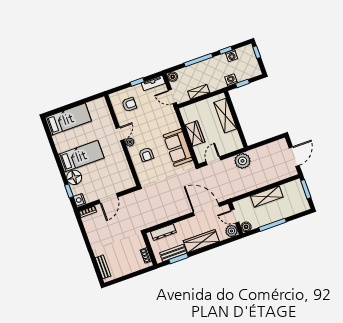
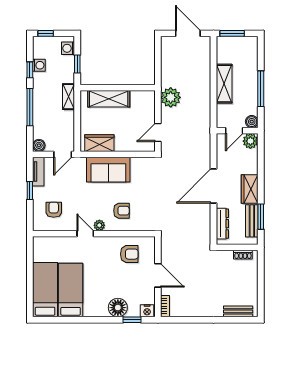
washing machine: (231, 80) -> (68, 48), moved
shelving: (199, 92) -> (69, 97), moved
wardrobe: (195, 133) -> (99, 143), moved
sofa: (178, 148) -> (108, 170), moved
bed: (81, 156) -> (71, 290), moved
door: (213, 161) -> (158, 133), hinge flipped
armchair: (116, 172) -> (129, 254), added
door: (206, 209) -> (213, 186), moved
wardrobe: (201, 241) -> (250, 189), width x0.67

